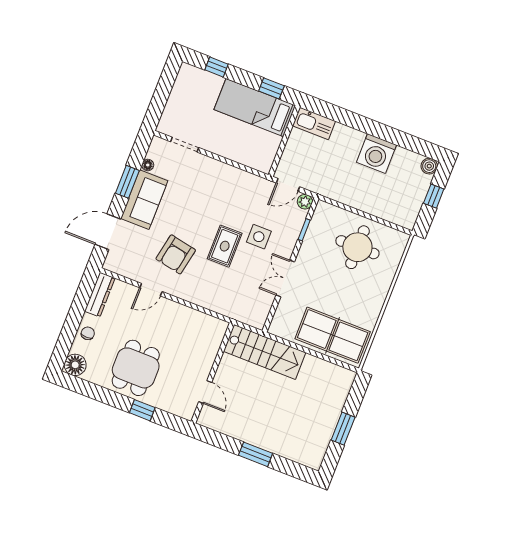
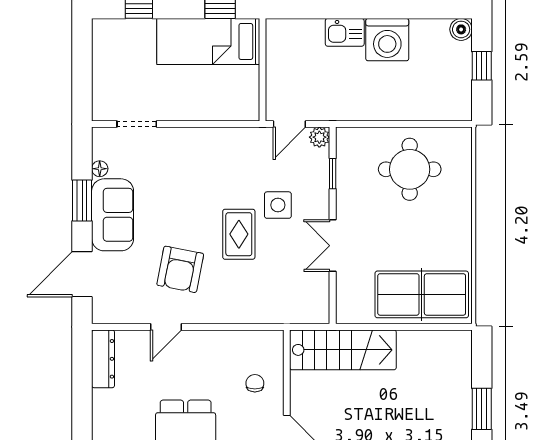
kitchen sink: (314, 123) -> (345, 32), moved, width x0.73
chair: (88, 333) -> (255, 383), moved

